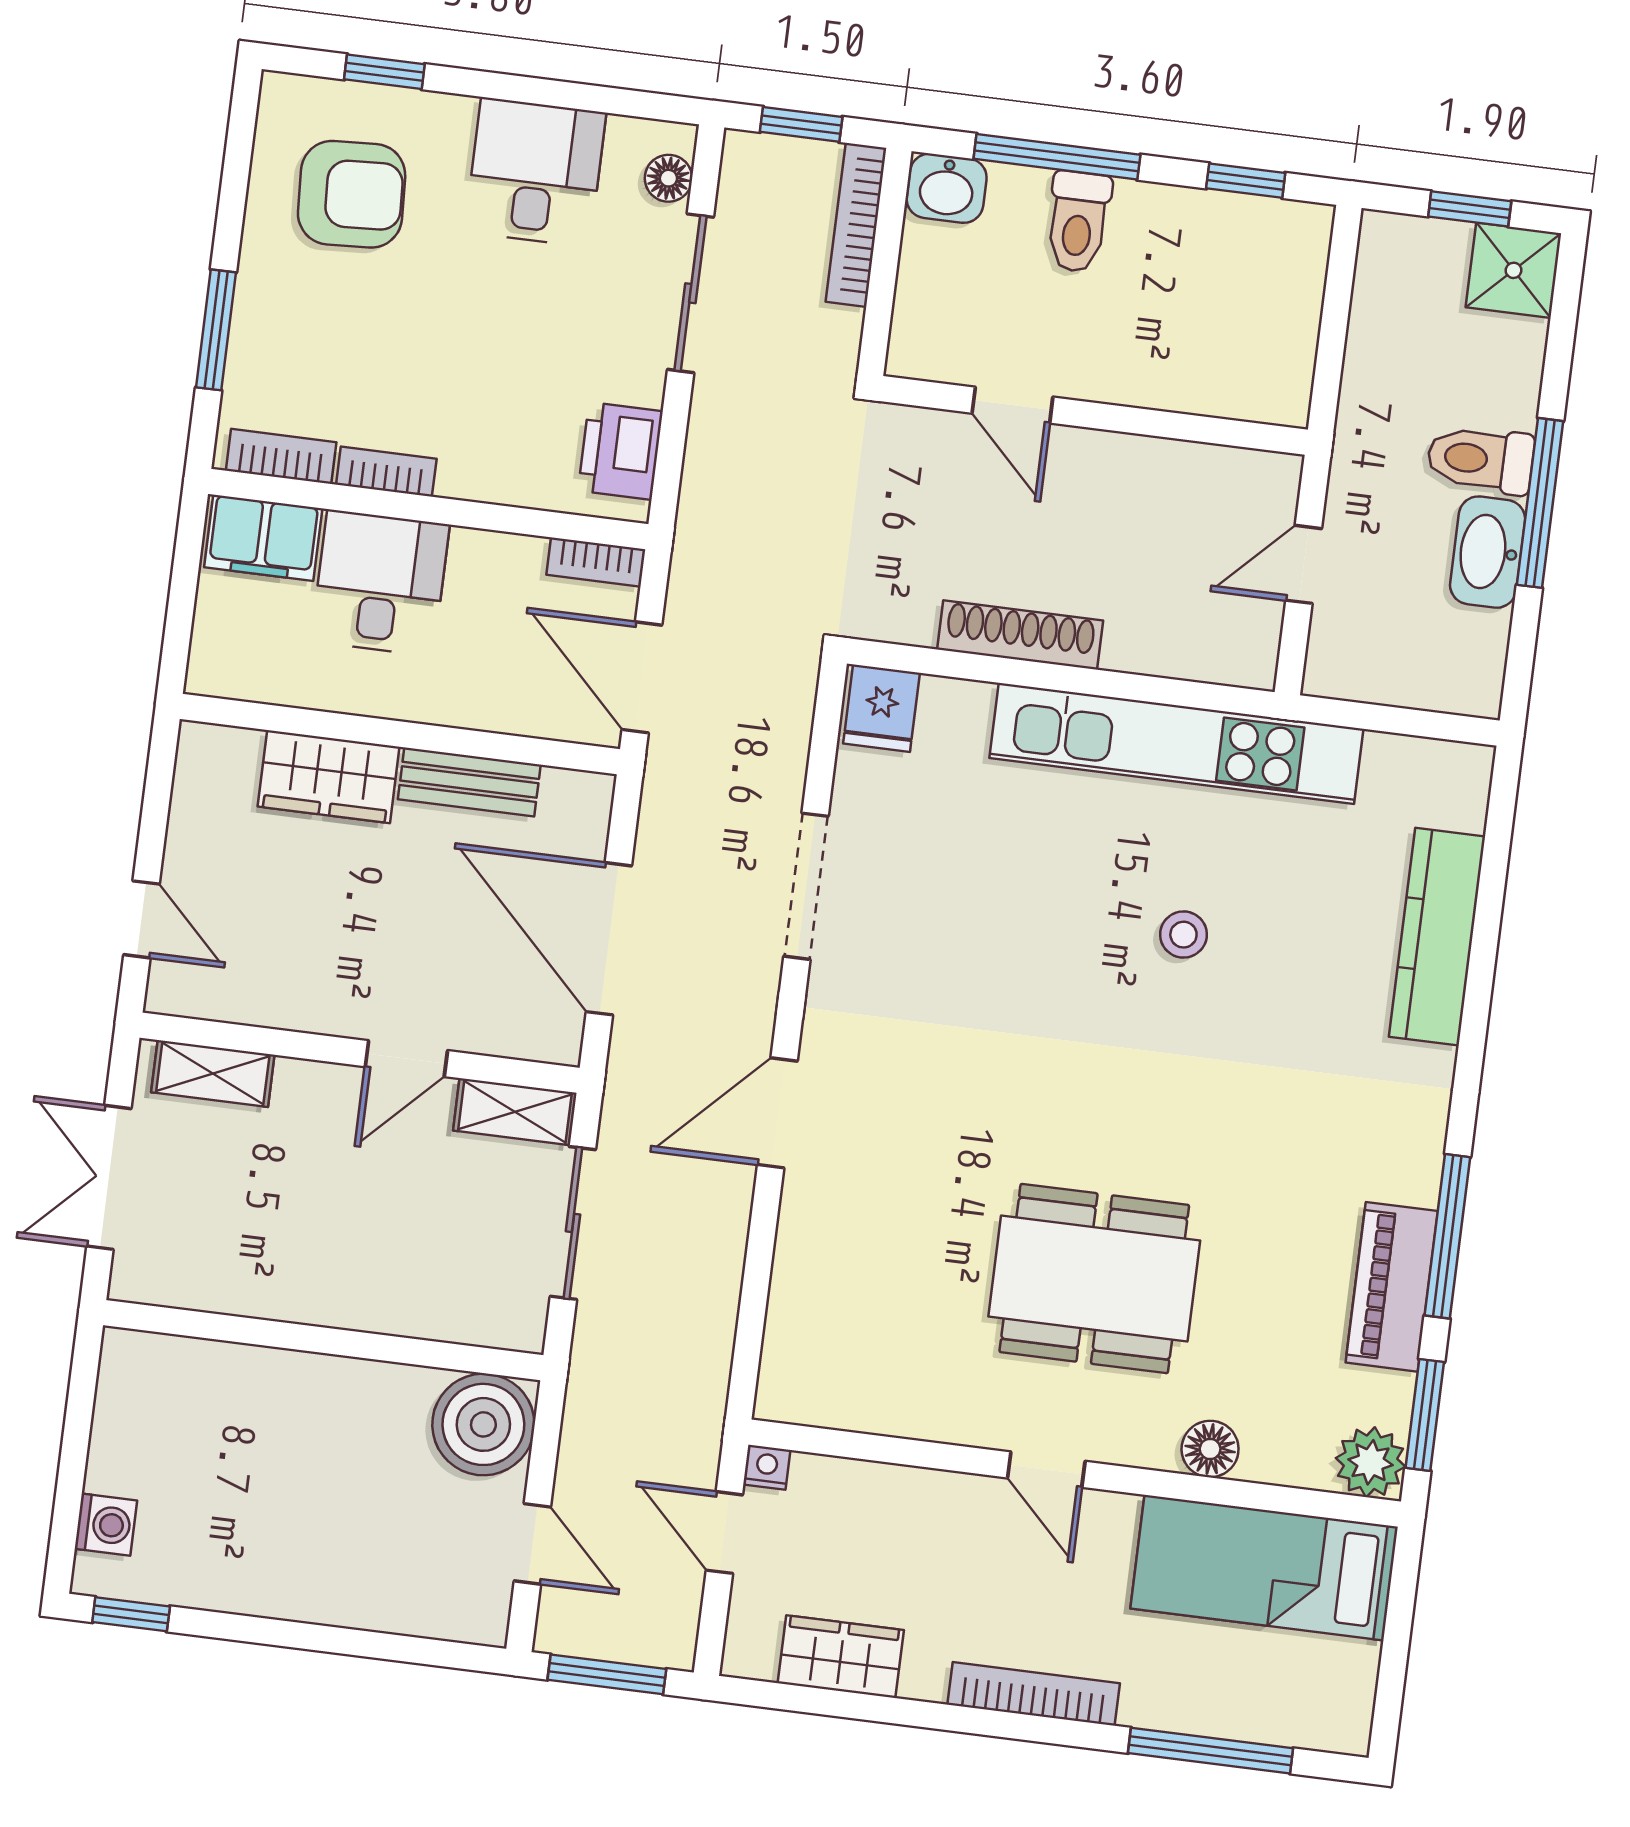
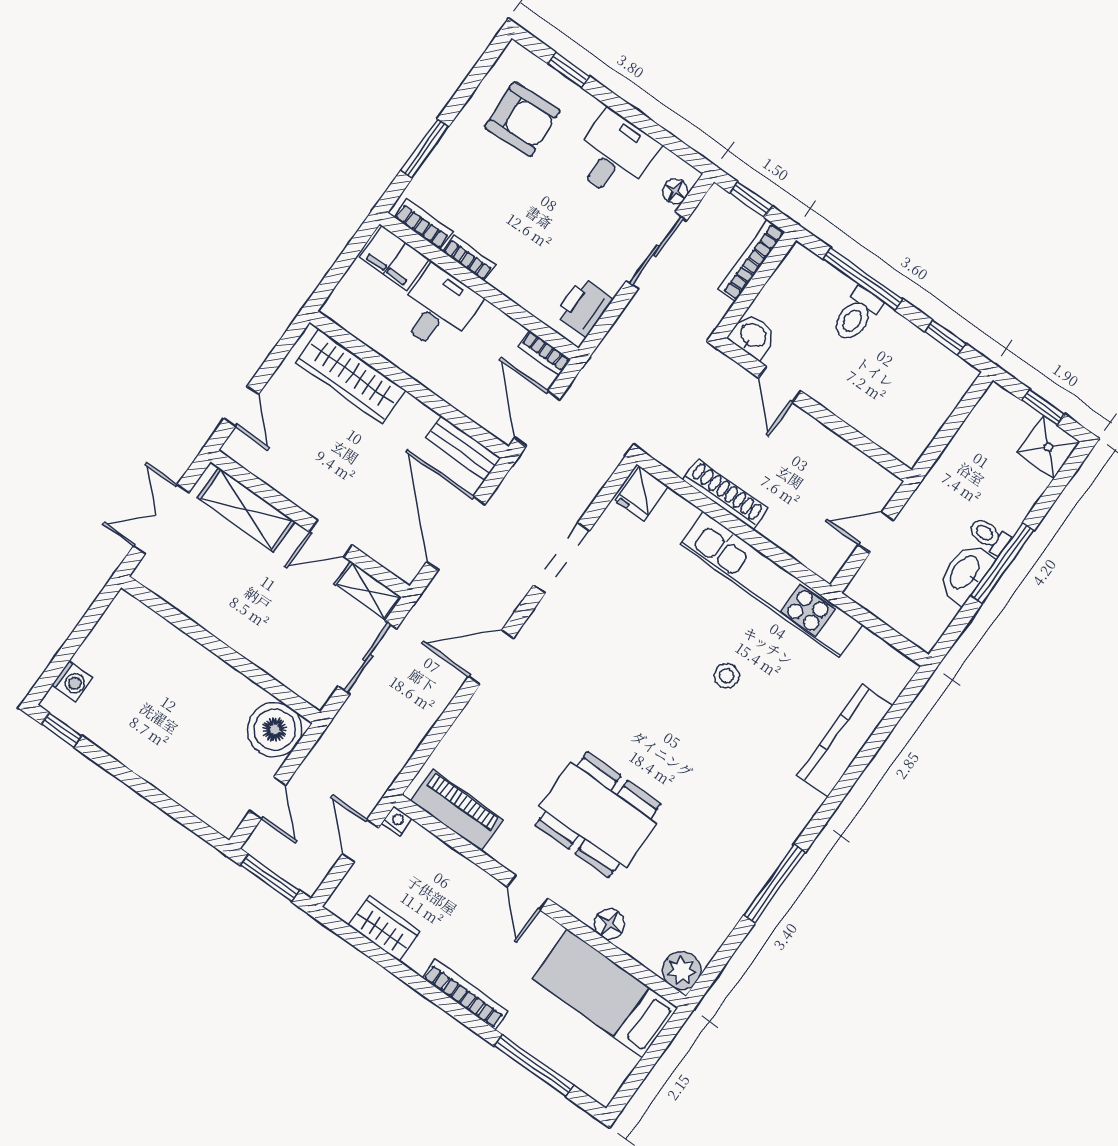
washbasin: (947, 188) -> (753, 336), moved, turned 180
toilet: (1480, 459) -> (989, 536), width x0.73, depth x0.72
wardrobe: (329, 777) -> (351, 376), width x1.50
bench: (469, 782) -> (463, 448), moved
shelving: (213, 1074) -> (246, 510), width x1.50, depth x1.33
piano: (1392, 1287) -> (457, 810), moved, turned 90
window: (1425, 1415) -> (719, 962), removed

